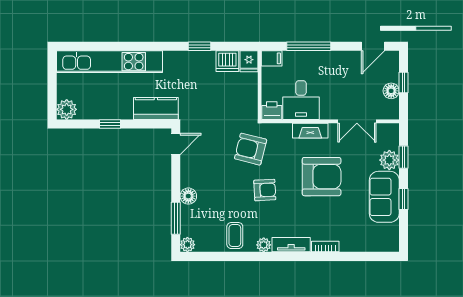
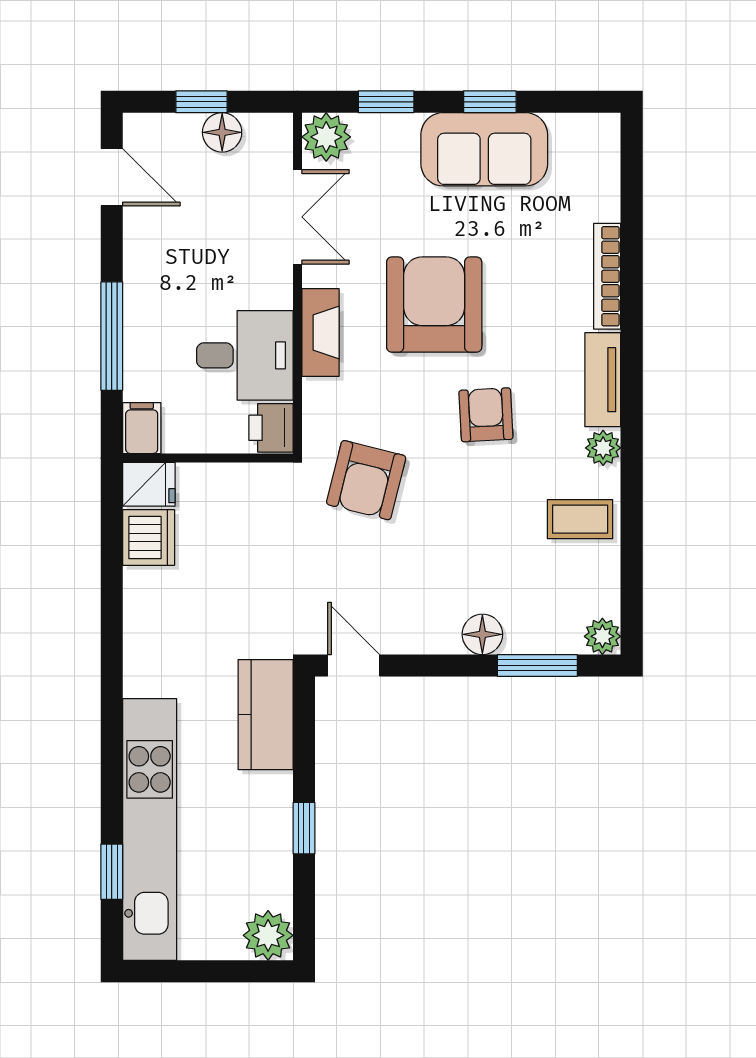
window: (200, 46) -> (112, 872), moved
plant: (389, 160) -> (326, 137), moved
armchair: (265, 190) -> (486, 415), moved
bookcase: (325, 247) -> (607, 276), width x1.56

